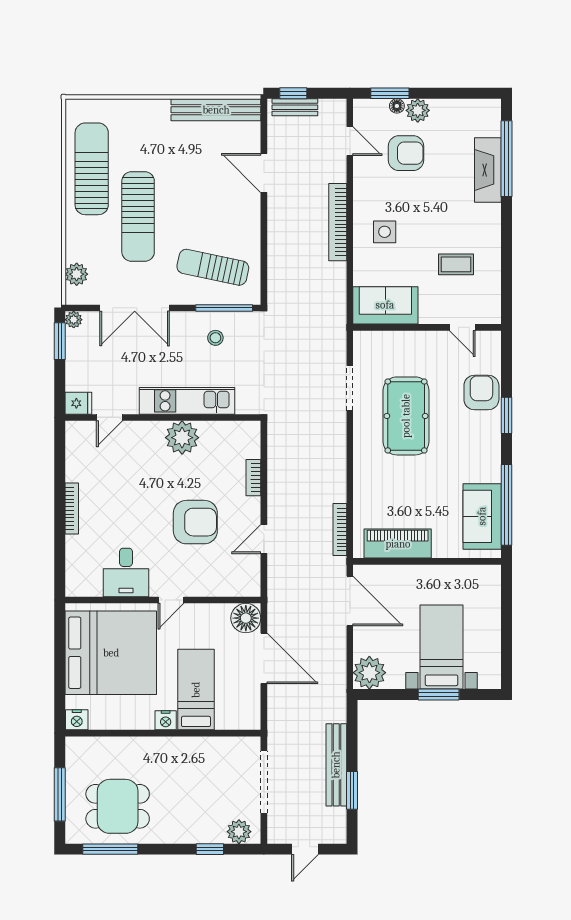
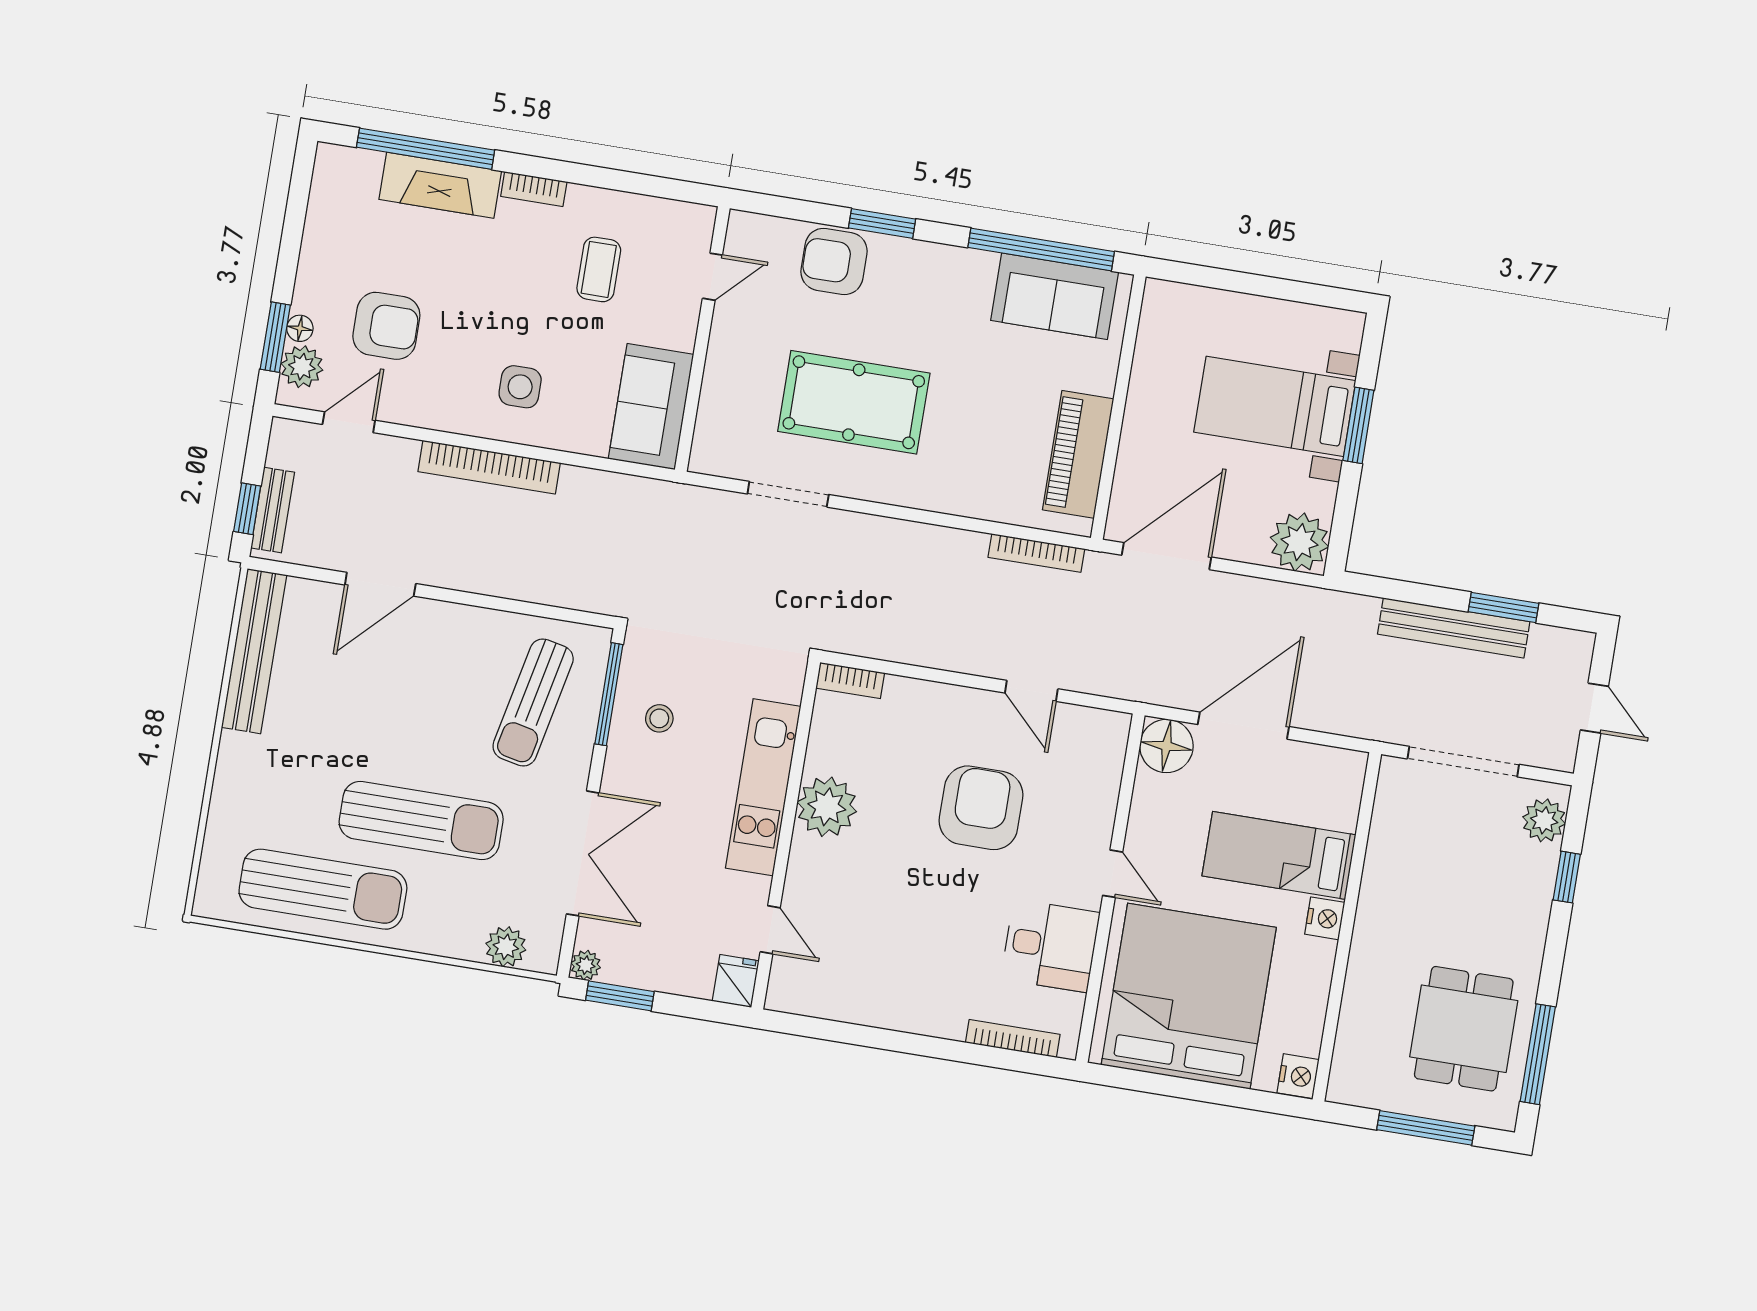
plant: (418, 110) -> (302, 367), moved
armchair: (406, 153) -> (386, 326), turned 90
sun lounger: (92, 169) -> (323, 889), turned 180
bookcase: (494, 222) -> (534, 189), added
bookcase: (253, 478) -> (850, 680), moved
bookcase: (72, 509) -> (1013, 1038), moved

